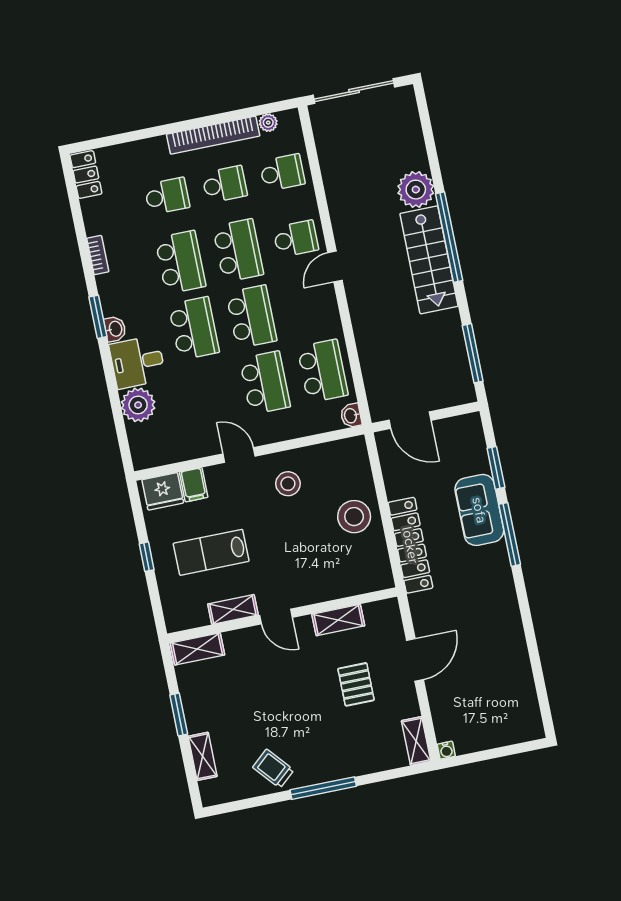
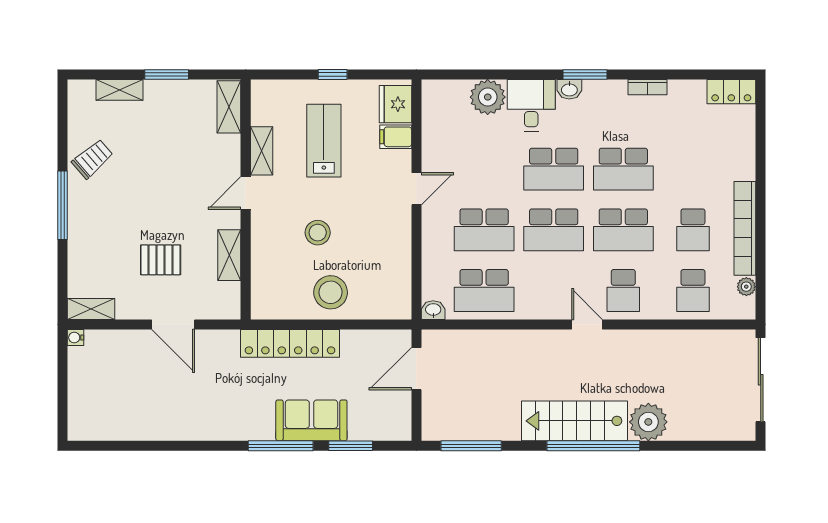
school desk: (167, 196) -> (693, 169), removed
stool: (288, 484) -> (318, 233), moved

